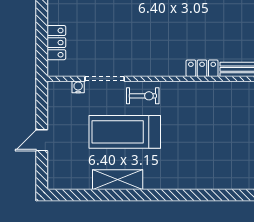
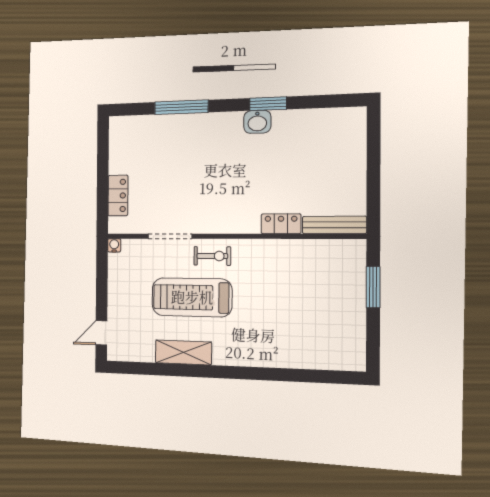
water cooler: (78, 87) -> (114, 245), moved
door: (42, 140) -> (101, 333), moved

